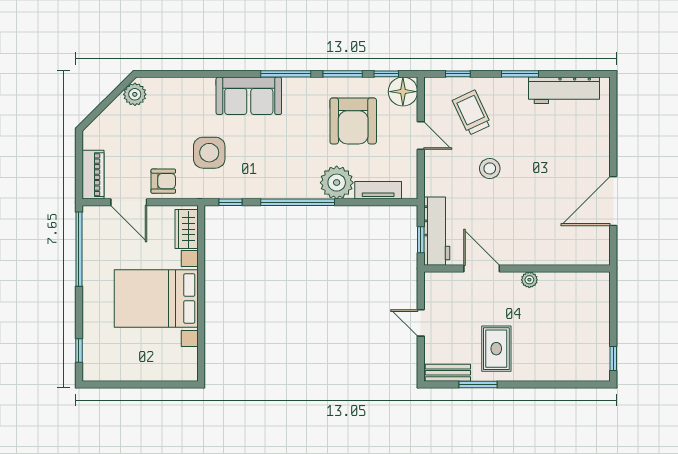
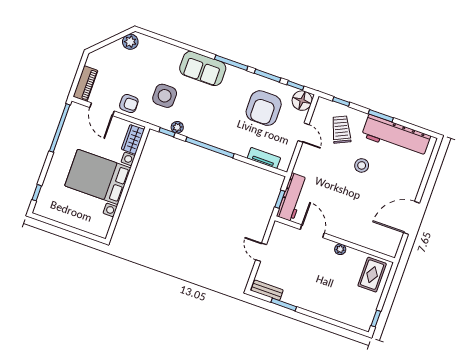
workbench: (564, 90) -> (396, 136), width x1.36, depth x1.32
stool: (490, 168) -> (362, 165), moved
plant: (337, 183) -> (177, 127), moved, width x0.53, depth x0.53
rug: (496, 349) -> (372, 275), moved

